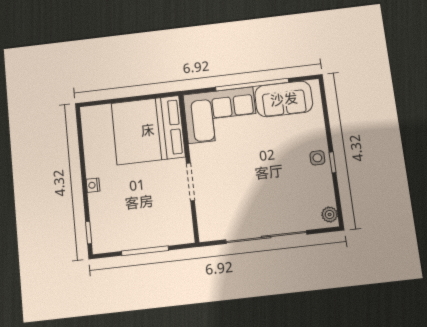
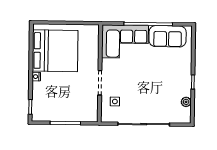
bed: (148, 130) -> (55, 51), moved, turned 180
side table: (317, 158) -> (115, 101), moved
plant: (330, 215) -> (186, 102), moved

